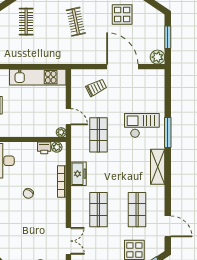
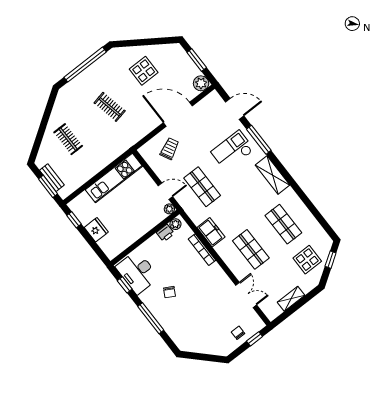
chair: (28, 193) -> (170, 292), moved
door: (168, 226) -> (235, 109), moved

